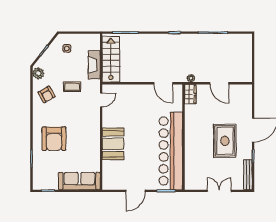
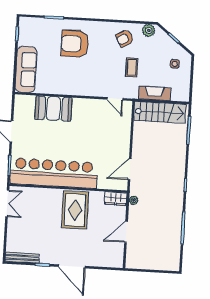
rug: (225, 141) -> (75, 210), moved, turned 90
booth: (113, 144) -> (53, 108), moved
double door: (219, 191) -> (7, 204), moved

